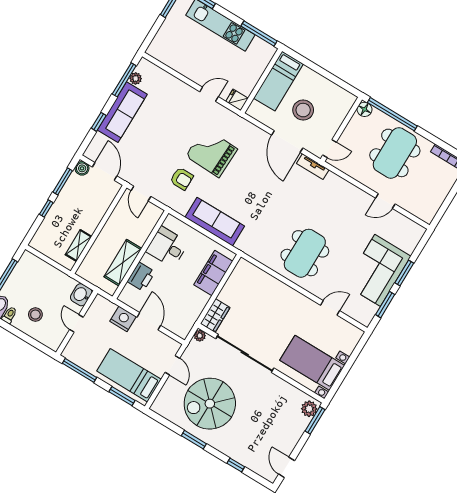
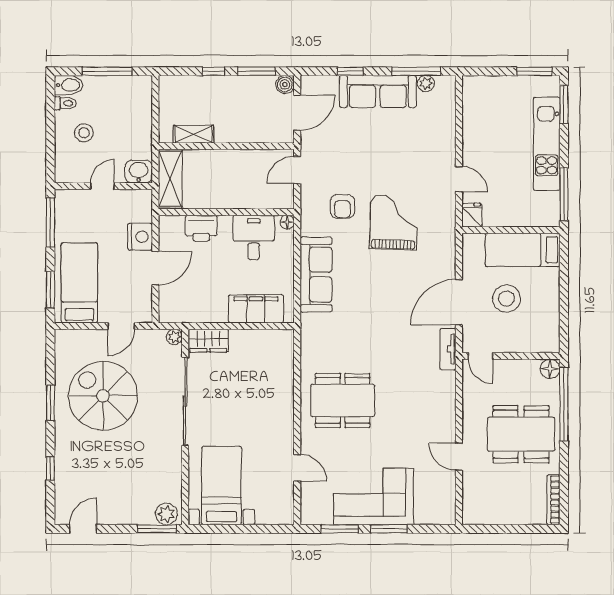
floor lamp: (170, 220) -> (287, 222), added
shelving: (123, 263) -> (170, 179), moved, turned 90

